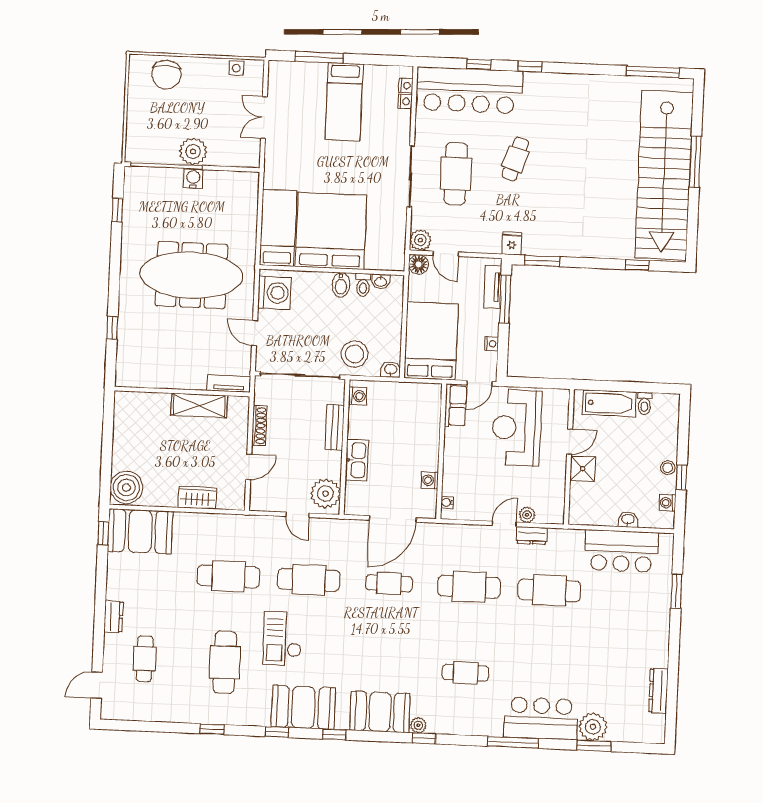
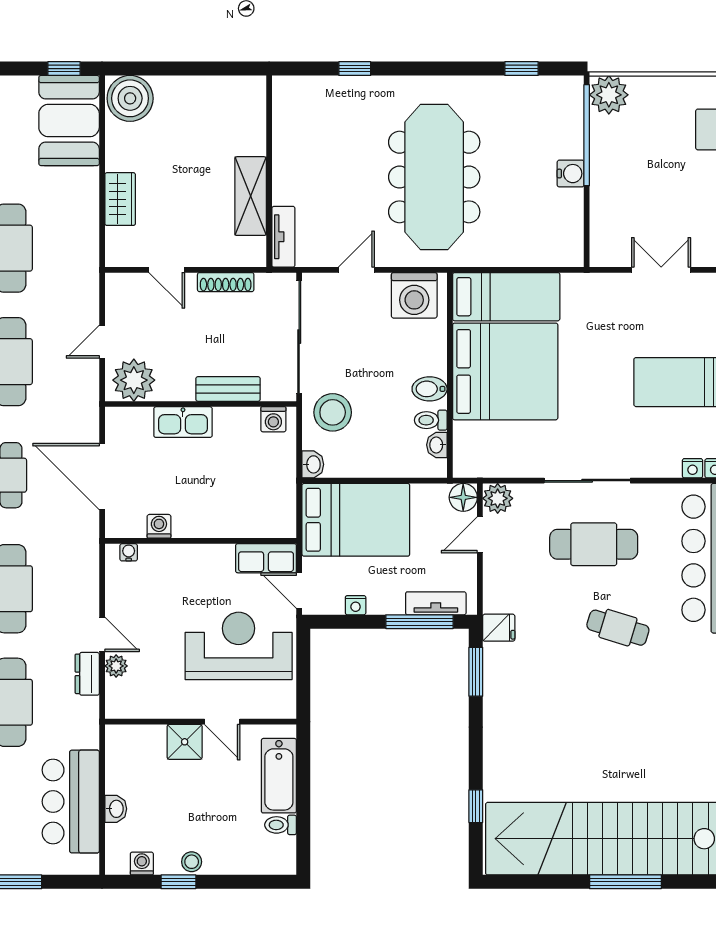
plant: (193, 151) -> (609, 95), moved

